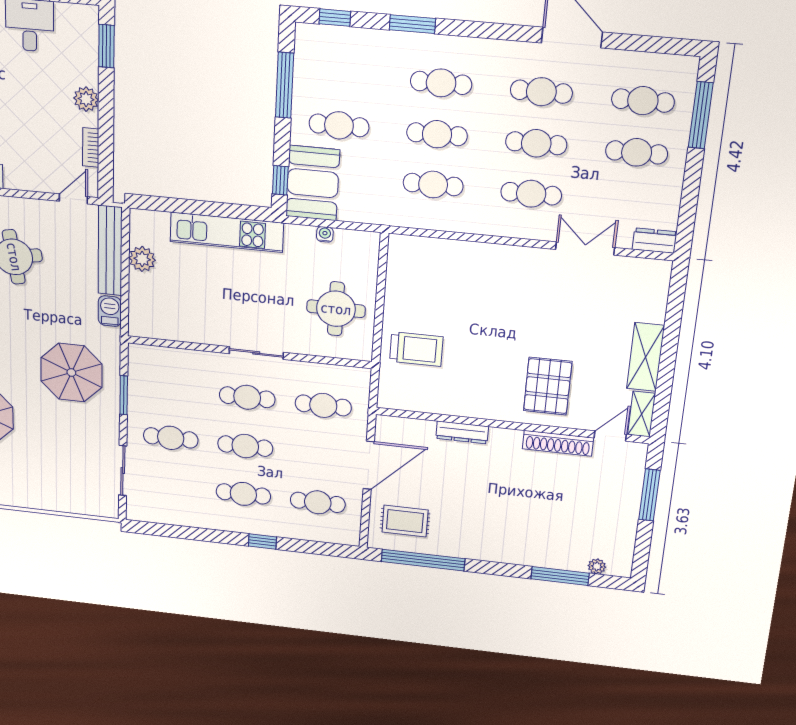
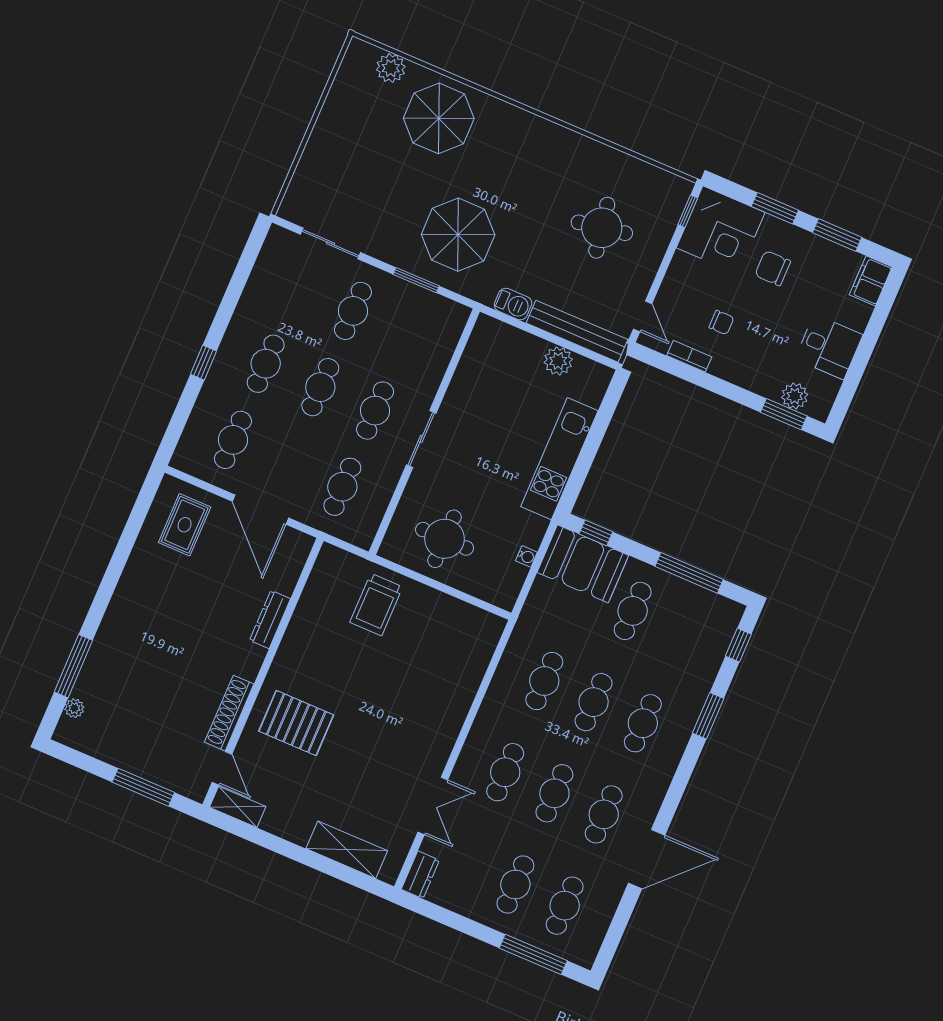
plant: (86, 99) -> (795, 396), moved
chair: (49, 129) -> (721, 322), added
shelving: (645, 357) -> (347, 850), moved
window: (423, 560) -> (133, 528), removed

